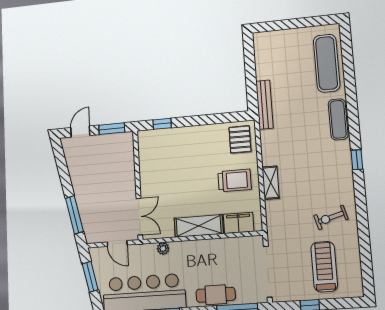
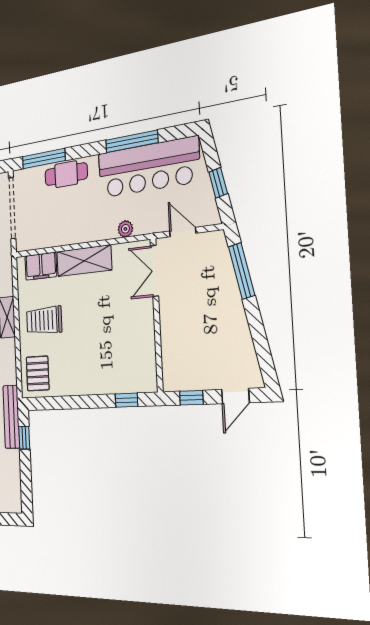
window: (252, 90) -> (24, 438), added
window: (112, 129) -> (191, 398), width x0.67
window: (90, 277) -> (218, 183), width x0.67

